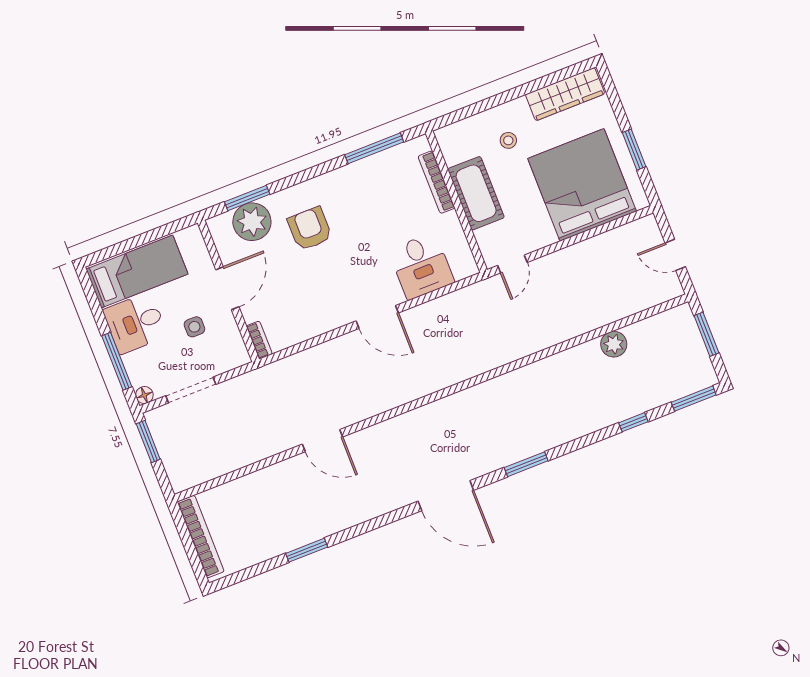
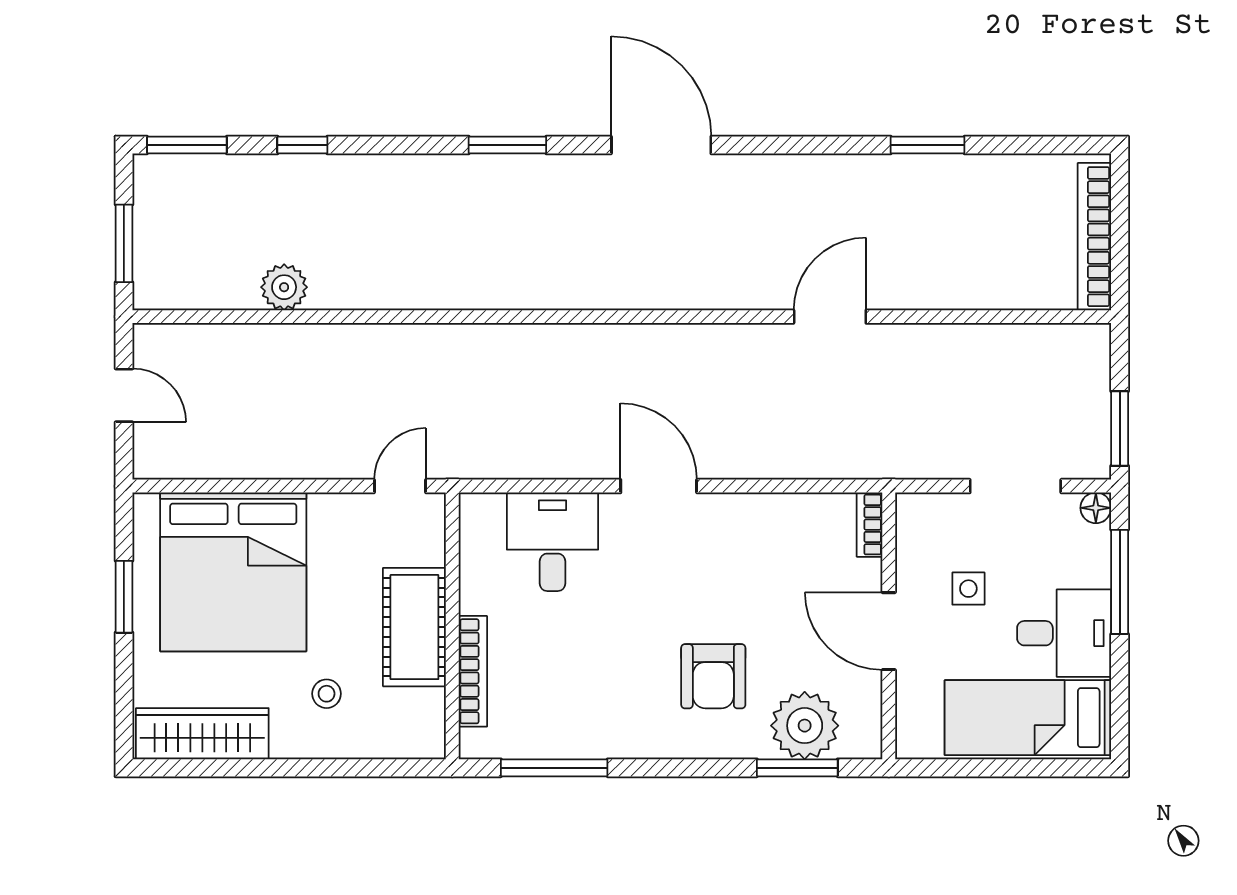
door: (227, 288) -> (889, 631), hinge flipped
door: (322, 441) -> (830, 317), hinge flipped

